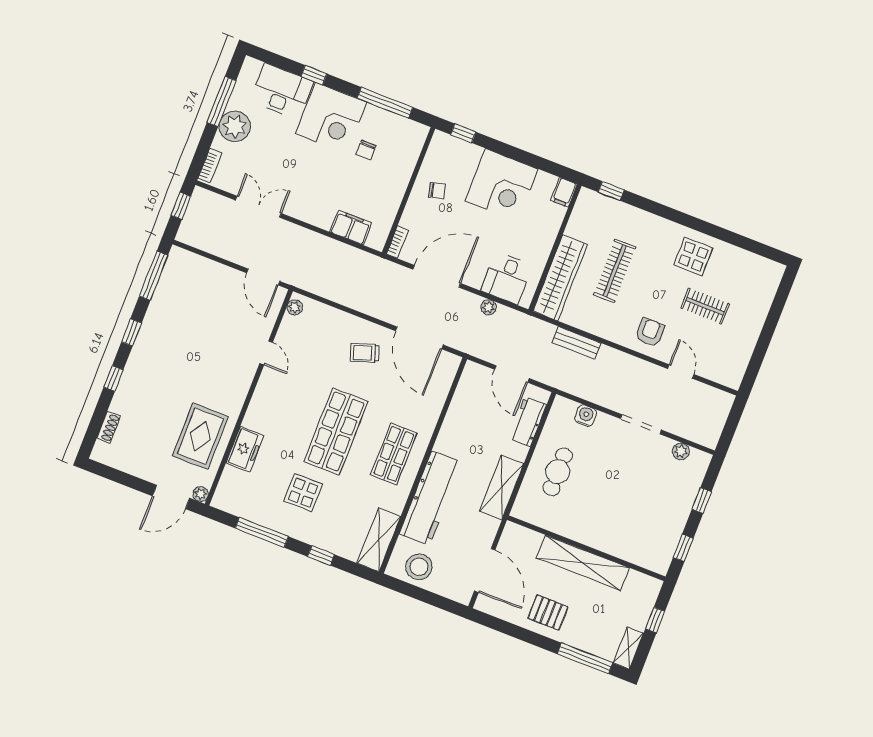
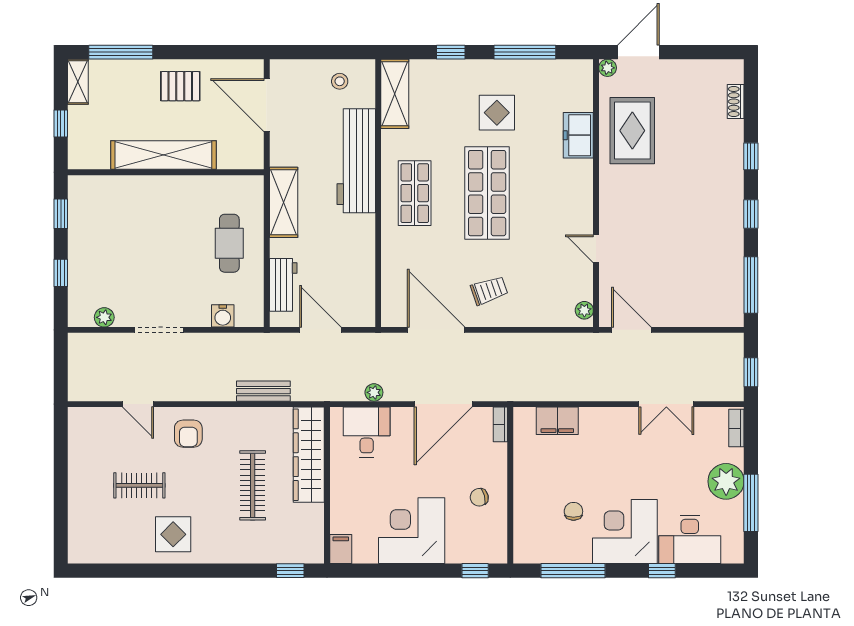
stool: (419, 567) -> (340, 81), width x0.53, depth x0.53

